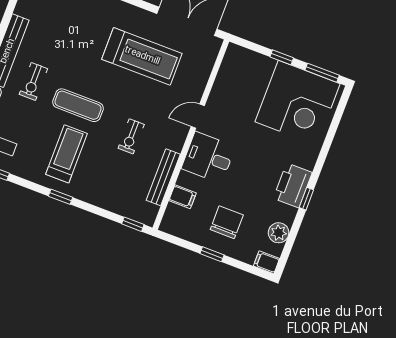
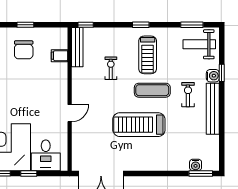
treadmill: (142, 56) -> (139, 125), moved
exercise bike: (131, 136) -> (111, 68), moved
desk: (208, 158) -> (46, 155), moved, turned 90
bench: (163, 177) -> (77, 47), moved

